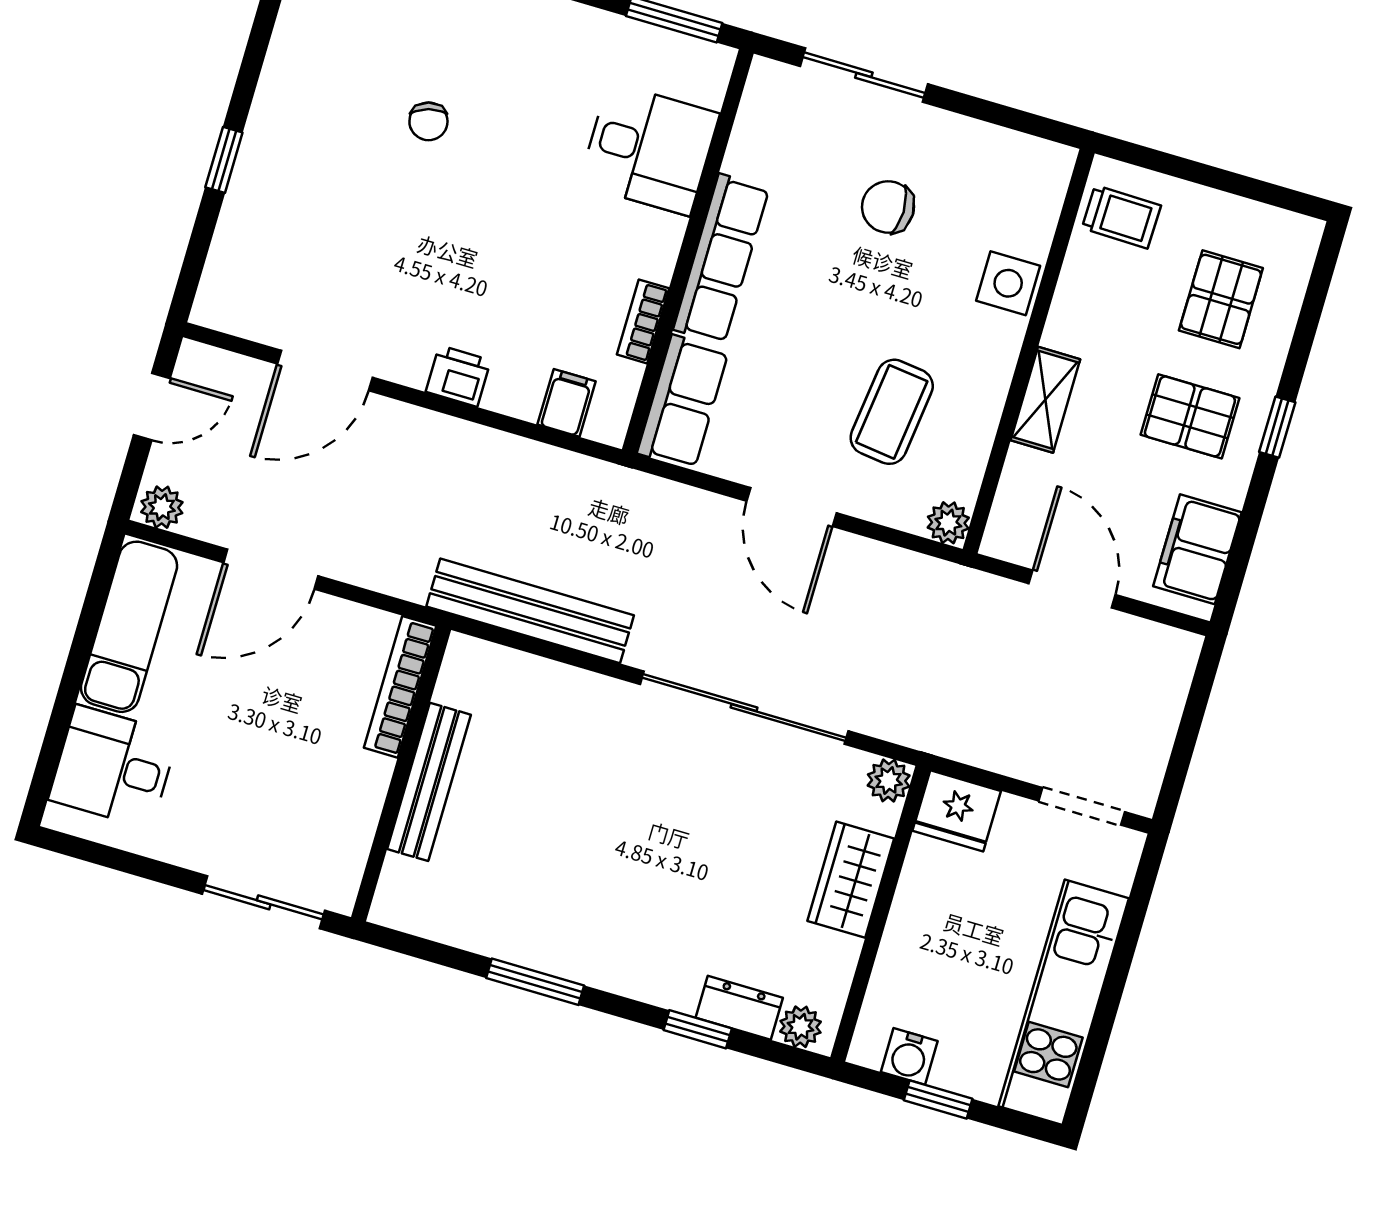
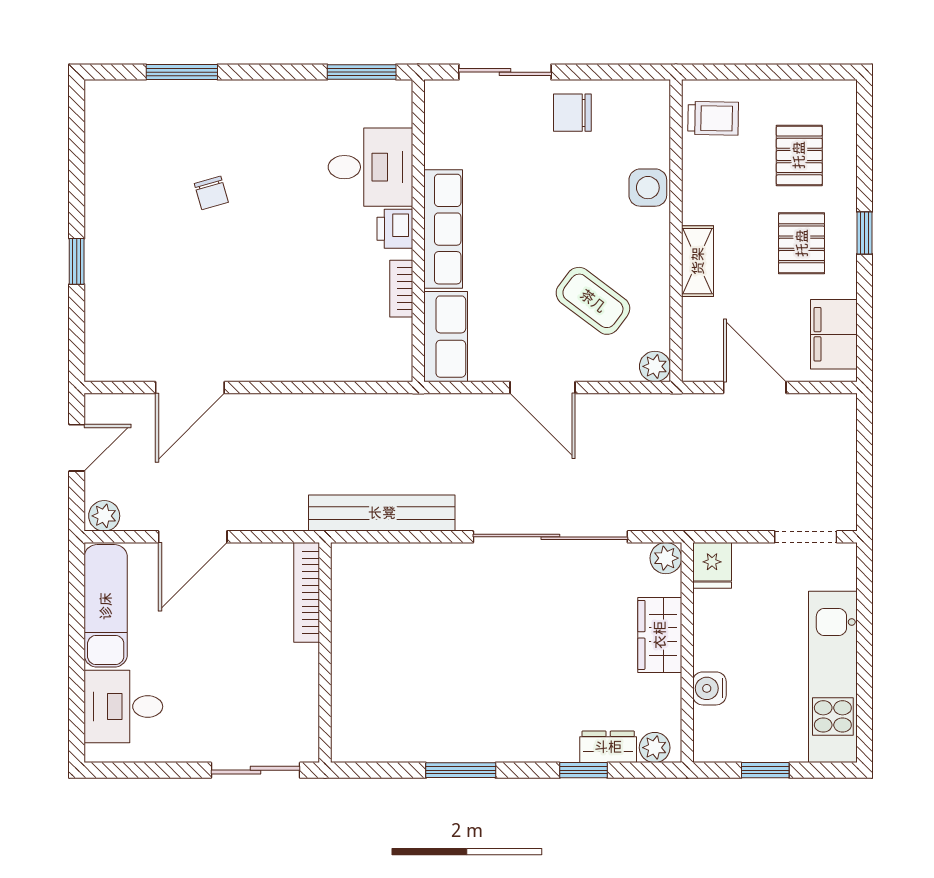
chair: (888, 207) -> (572, 113), moved
printer: (458, 376) -> (395, 229), moved, turned -90
filing cabinet: (567, 403) -> (365, 361), removed
coffee table: (892, 412) -> (593, 301), turned -60
pallet: (1190, 416) -> (802, 243), turned 90
bench: (429, 782) -> (346, 653), removed
fridge: (957, 811) -> (712, 565), width x0.72
water cooler: (909, 1056) -> (709, 688), moved, turned 90

